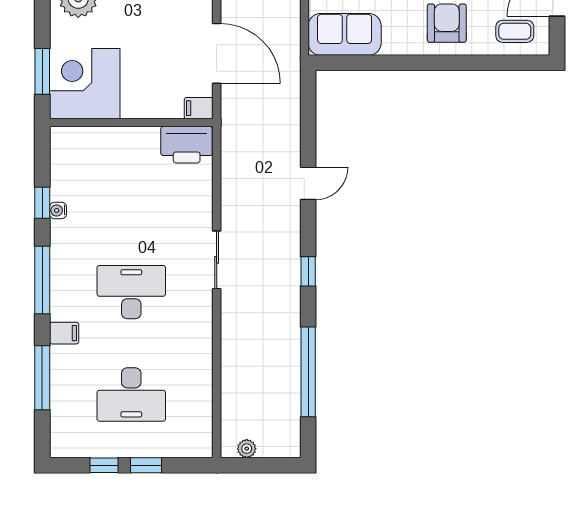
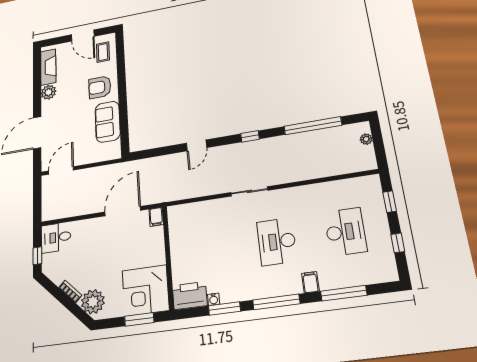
sofa: (345, 34) -> (108, 122), moved
printer: (187, 145) -> (190, 296), moved, turned -90
door: (308, 183) -> (197, 145), swing flipped
window: (42, 203) -> (224, 308), width x1.50
water cooler: (58, 210) -> (214, 299), moved
plant: (247, 449) -> (366, 139), moved
window: (146, 465) -> (390, 202), moved

